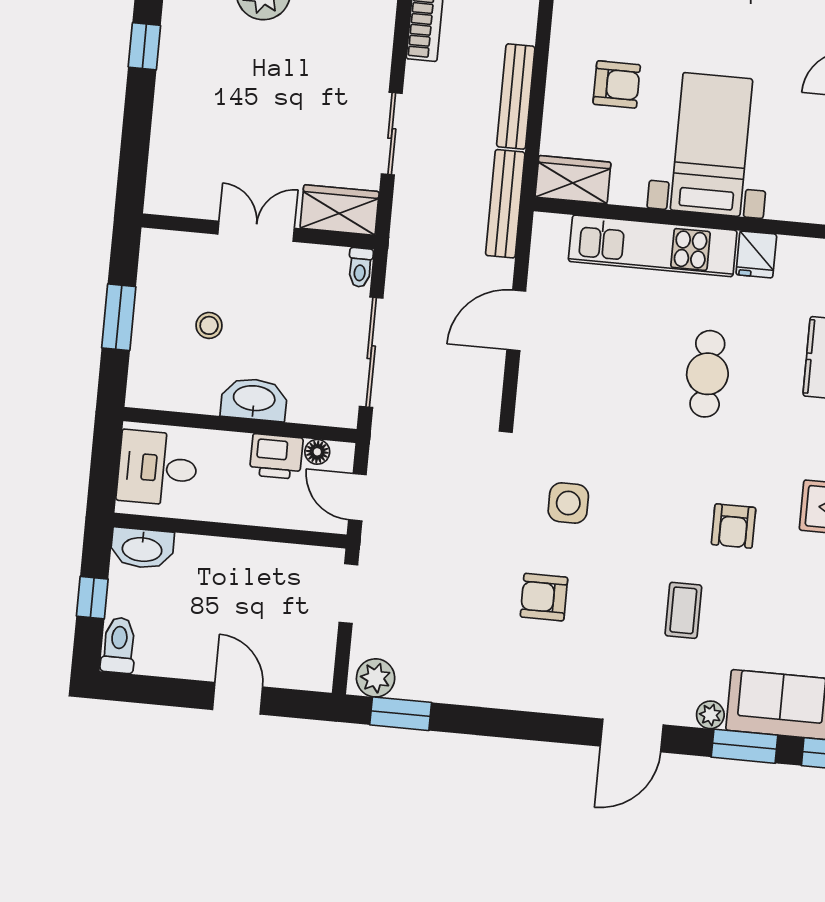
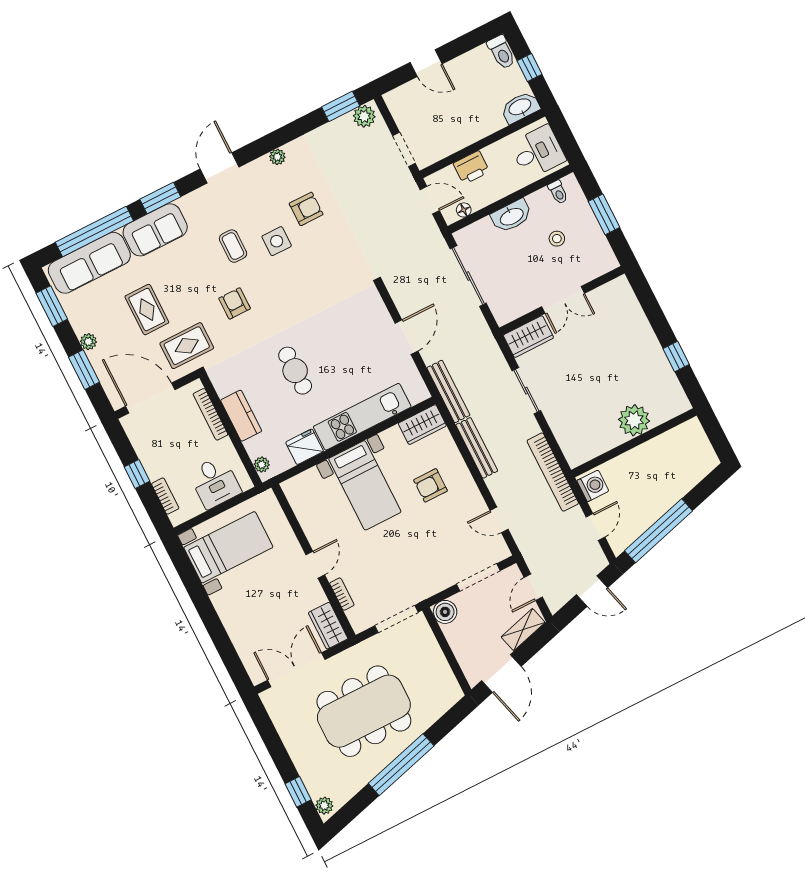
fridge: (756, 254) -> (305, 447), width x1.38
toilet: (360, 268) -> (558, 192), moved, turned 180
printer: (276, 456) -> (471, 168), moved, turned 180
side table: (568, 503) -> (277, 241), moved
plant: (710, 715) -> (277, 157), moved

